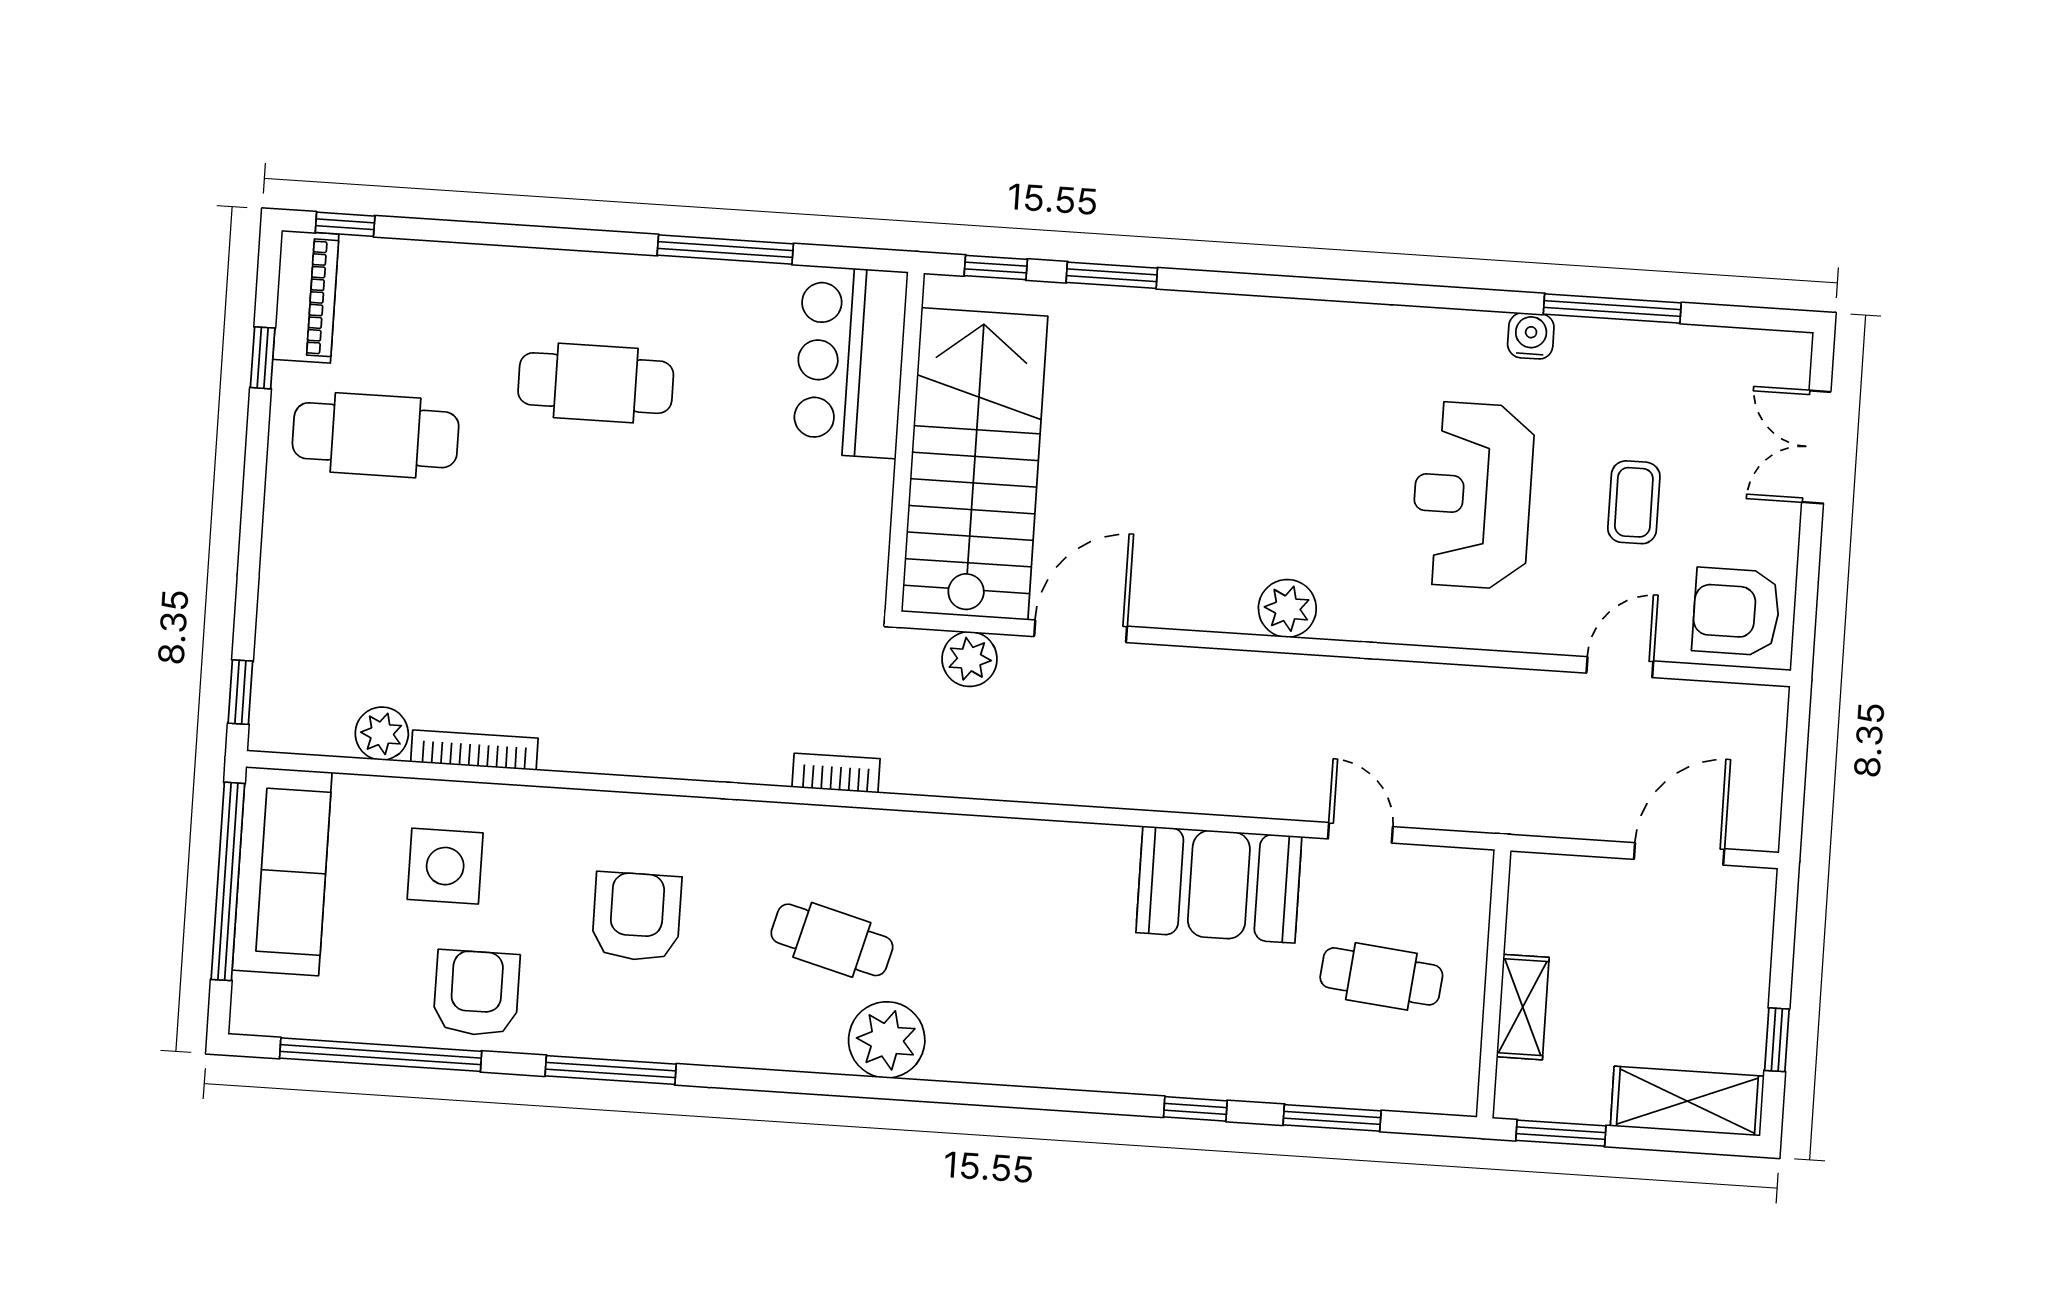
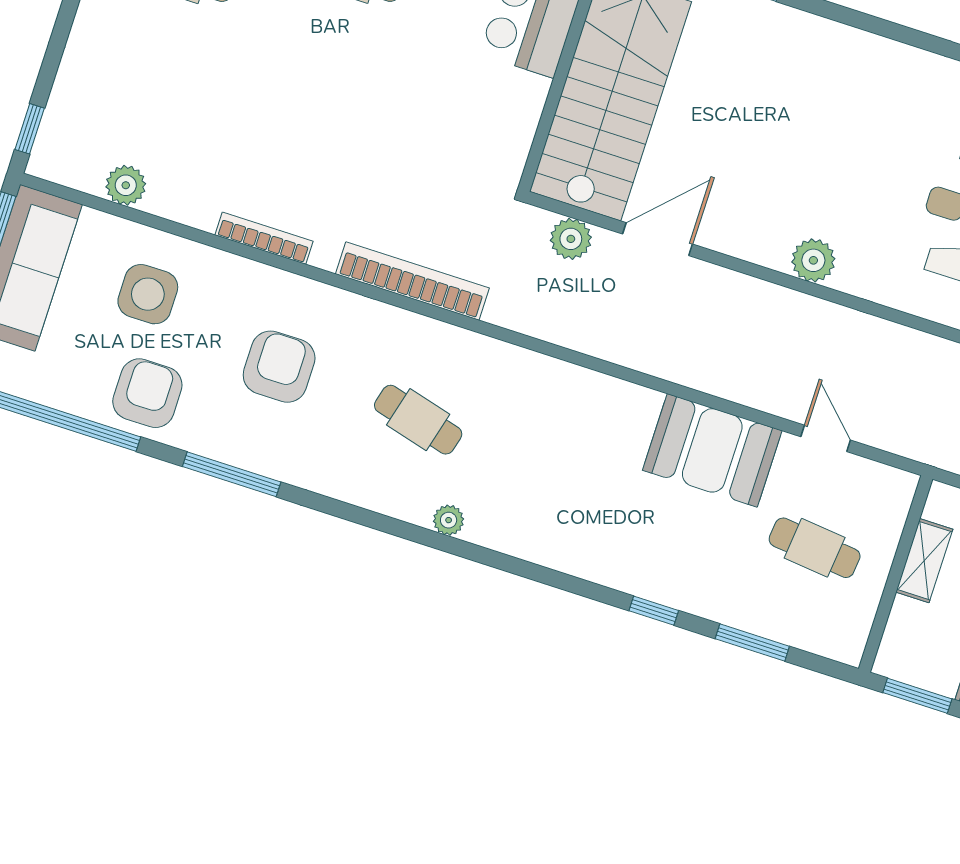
bookcase: (474, 750) -> (264, 238), moved
bookcase: (836, 773) -> (412, 281), width x2.31, depth x1.31
shelving: (1523, 1007) -> (924, 561), moved
plant: (887, 1040) -> (449, 520), width x0.53, depth x0.53

